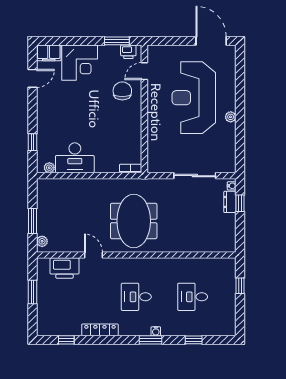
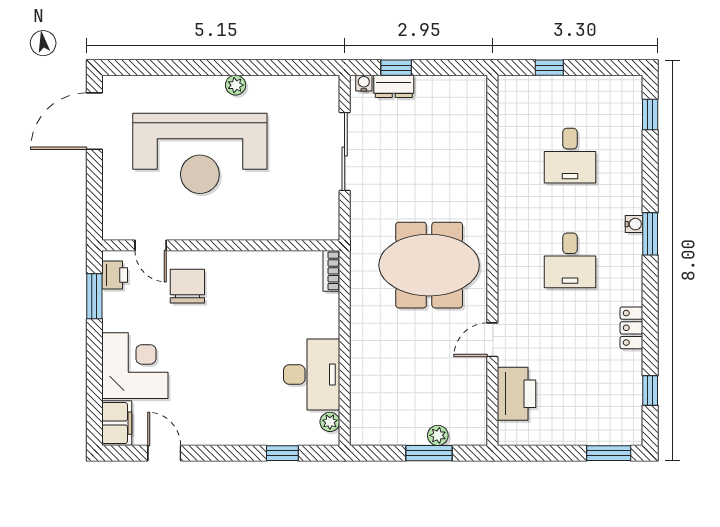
chair: (122, 91) -> (187, 286), turned 90
plant: (42, 241) -> (438, 435), moved
window: (33, 292) -> (609, 453), moved
locker: (100, 330) -> (631, 328), width x0.66
window: (194, 340) -> (650, 114), moved

